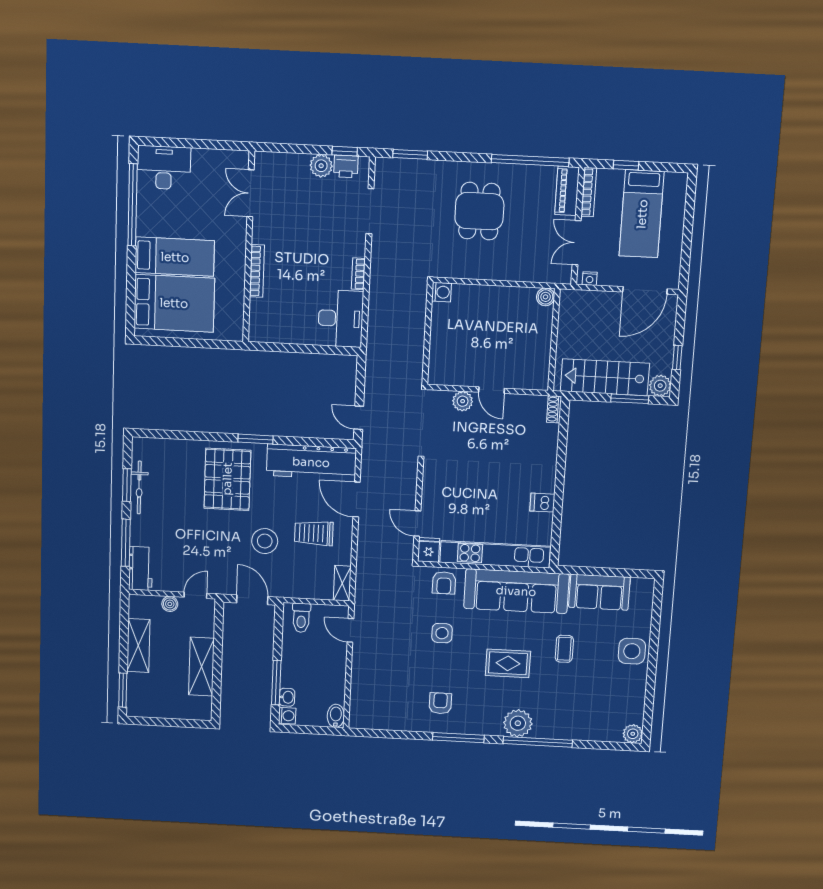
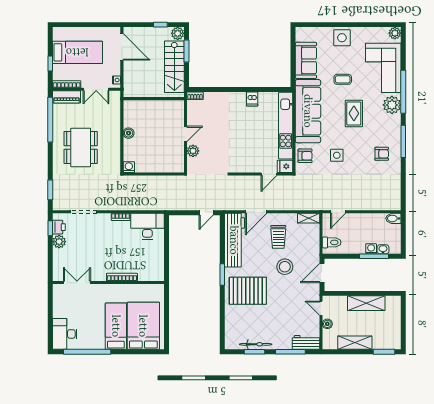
double door: (250, 193) -> (77, 283), swing flipped
dining table: (479, 211) -> (81, 147), width x1.37
boiler: (546, 297) -> (129, 133), moved
armchair: (440, 703) -> (382, 154), turned 180
corner sofa: (578, 713) -> (383, 68), added
washing machine: (287, 716) -> (371, 249), moved

